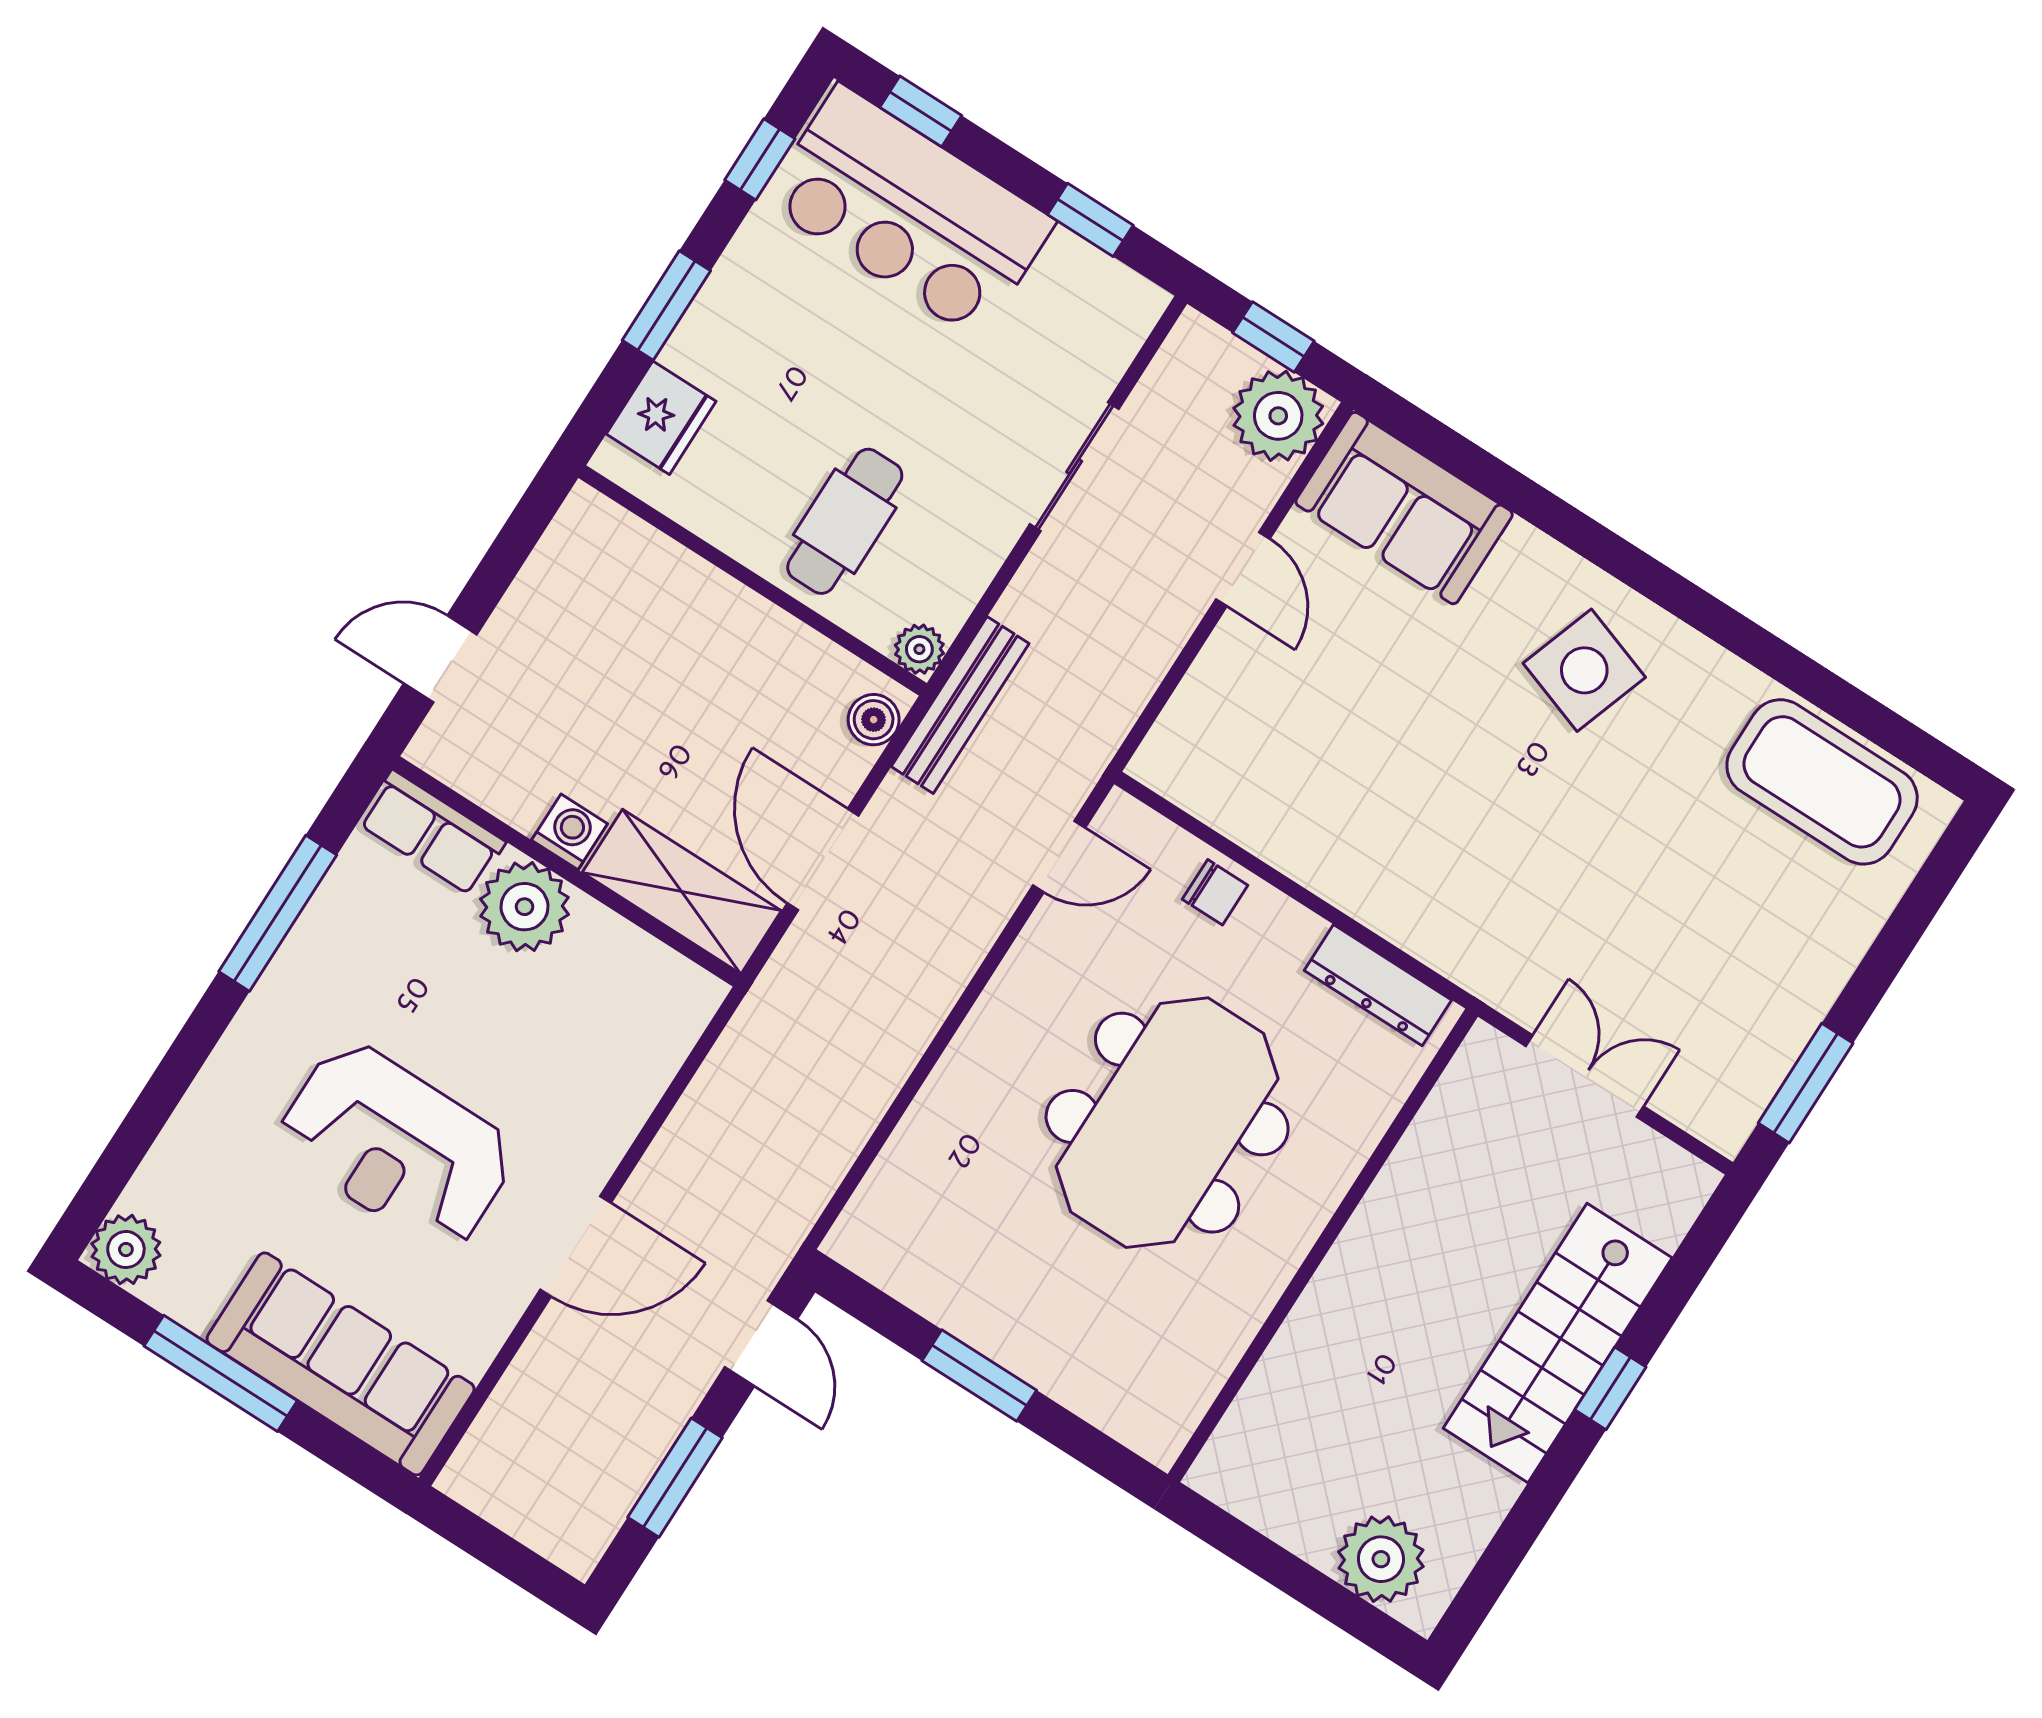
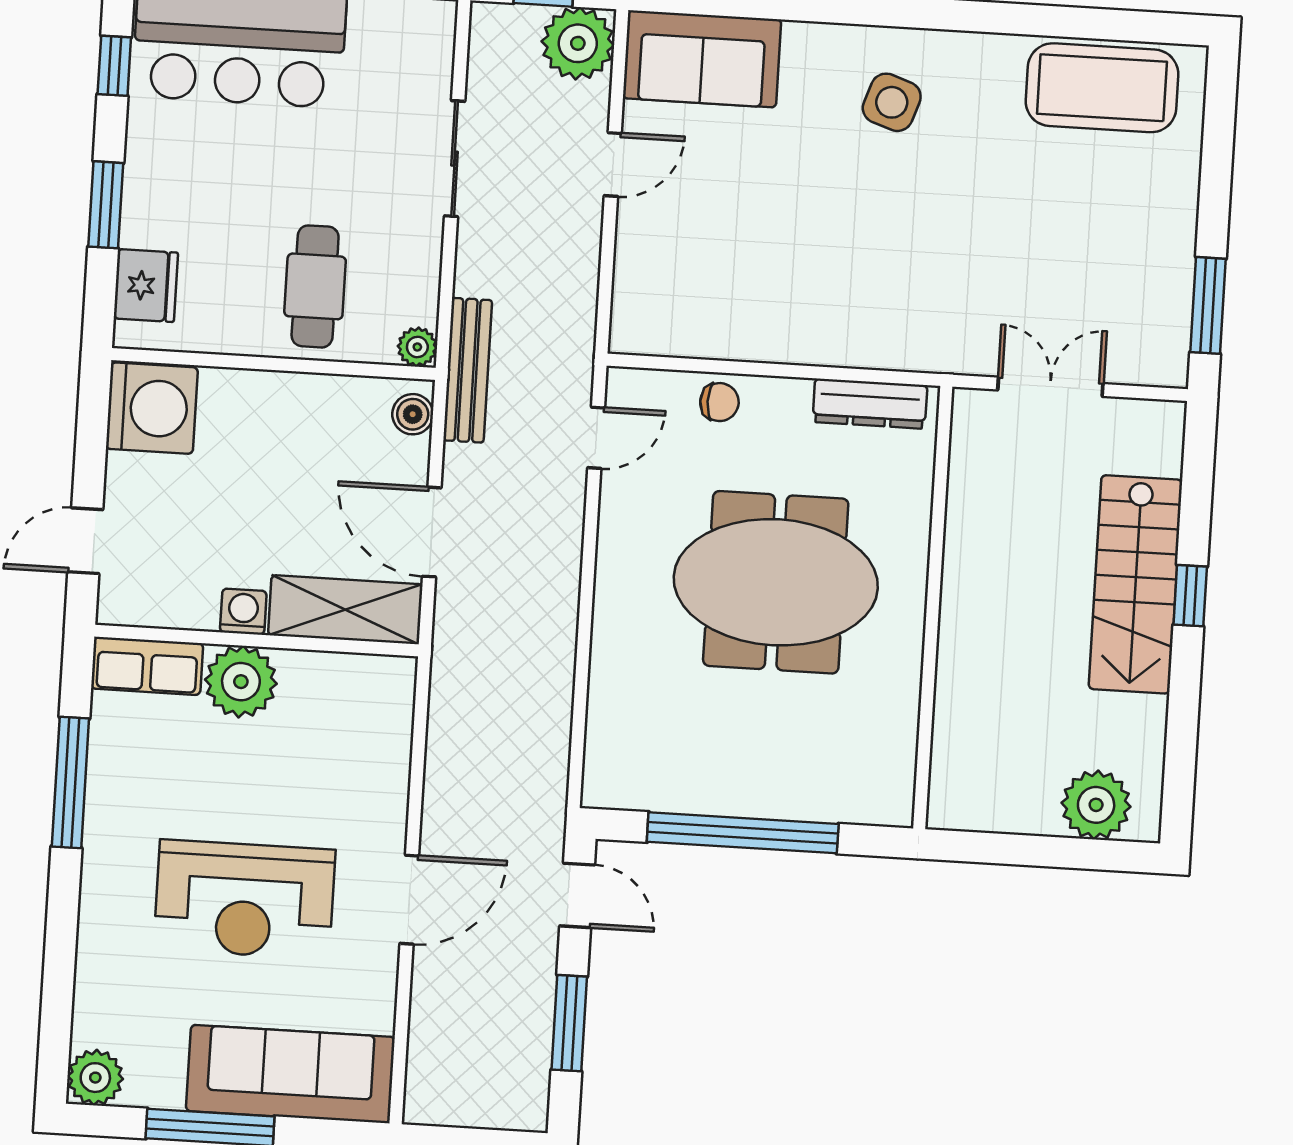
washing machine: (593, 555) -> (152, 408), added
door: (1243, 569) -> (613, 165), hinge flipped
side table: (1584, 670) -> (892, 102), width x0.73, depth x0.73
meeting table: (1167, 1123) -> (776, 582), turned 90
window: (979, 1375) -> (743, 833), width x2.11

